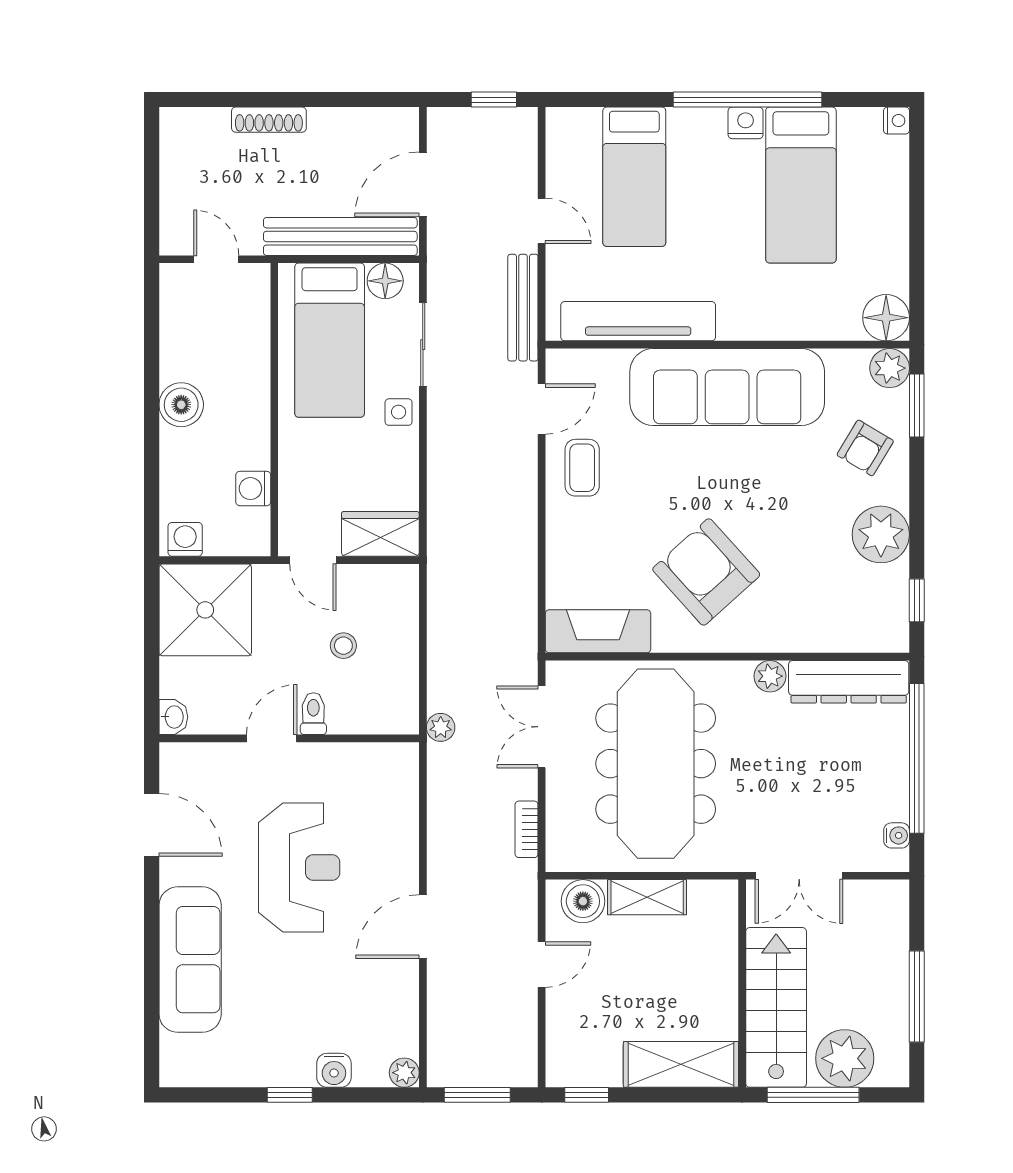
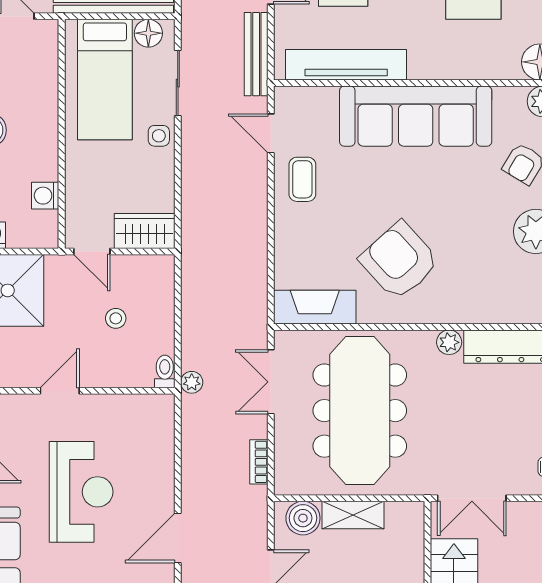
door: (542, 409) -> (271, 133), swing flipped
toilet: (313, 714) -> (165, 371), moved

